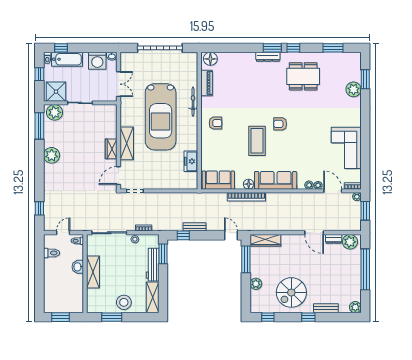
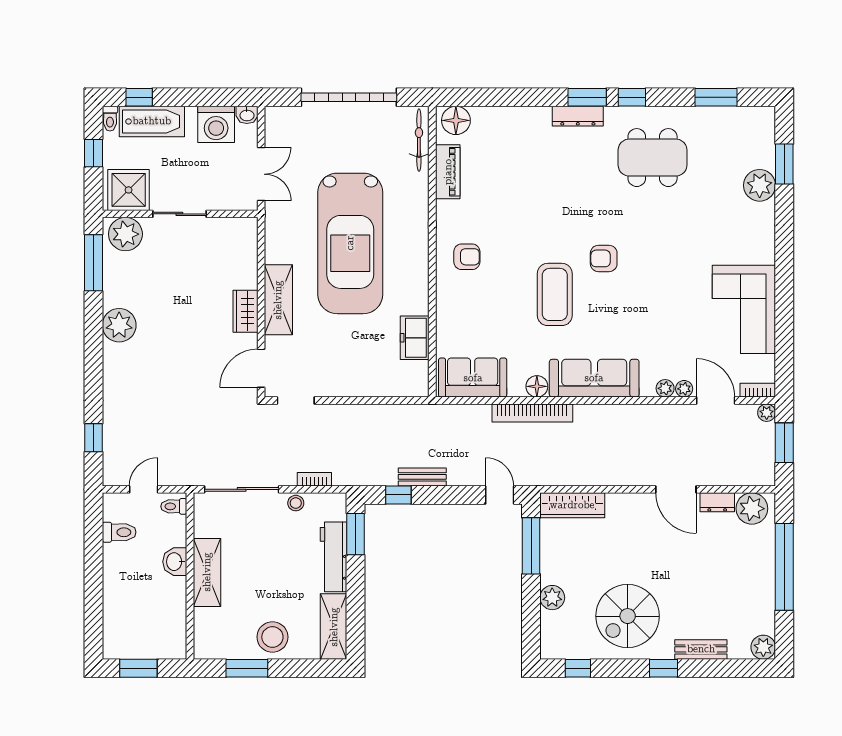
bicycle: (193, 102) -> (419, 140), moved

